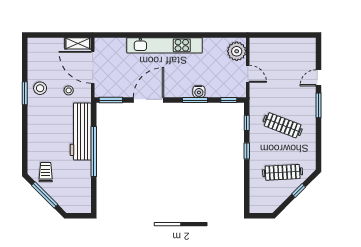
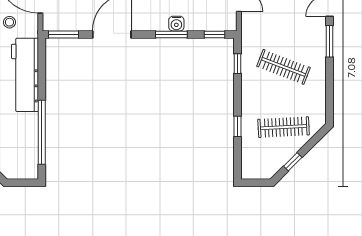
window: (94, 151) -> (42, 132), moved
window: (247, 151) -> (238, 126), moved
window: (299, 191) -> (293, 162), moved

